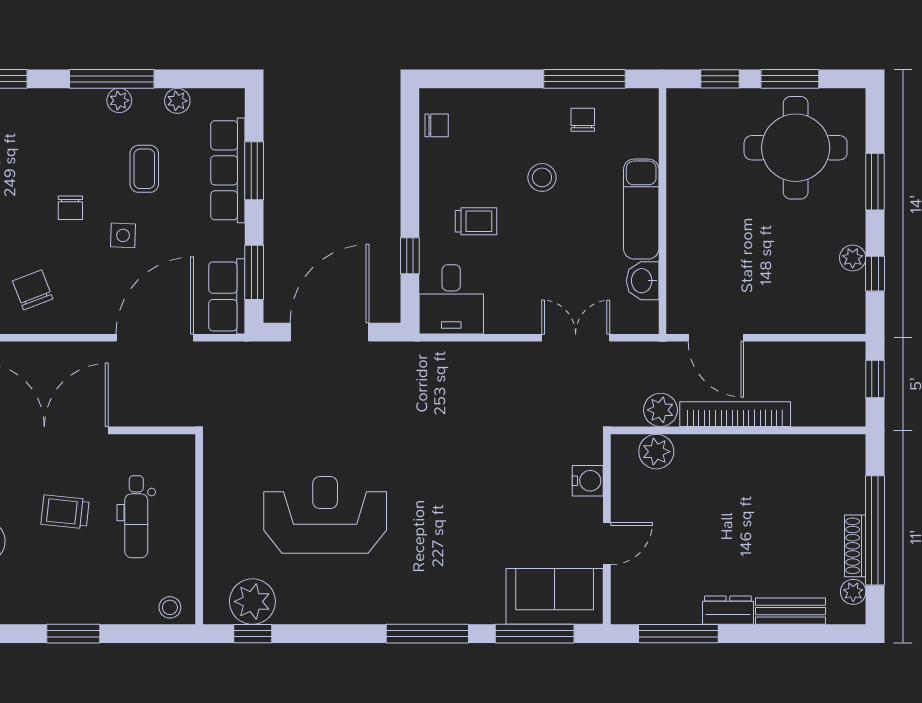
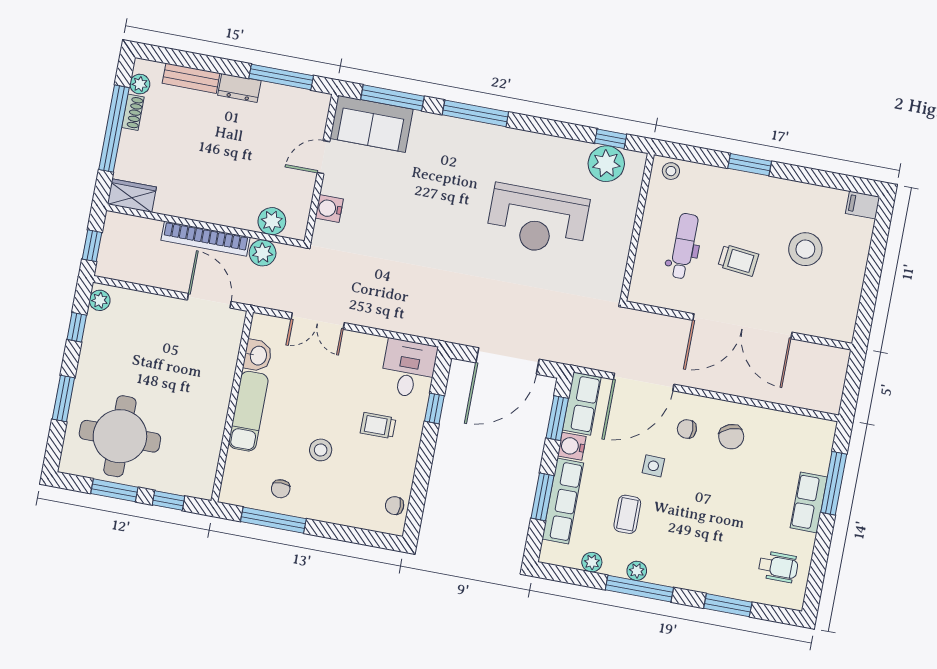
chair: (70, 208) -> (687, 429), moved, turned -90
water cooler: (229, 241) -> (572, 446), added
plant: (853, 258) -> (100, 300), moved
wardrobe: (837, 451) -> (132, 196), added
shoe rack: (855, 546) -> (133, 112), width x0.70

